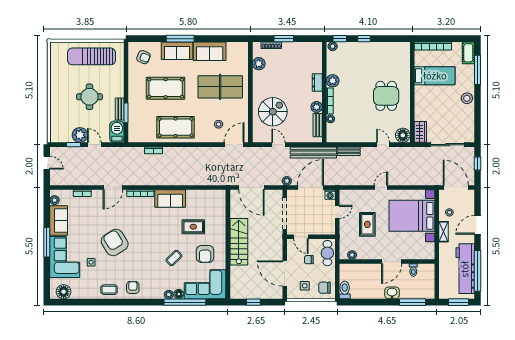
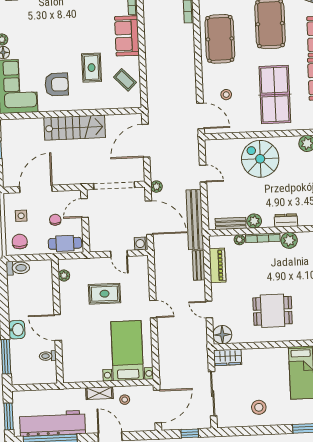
stool: (467, 98) -> (259, 407), moved
spiral stairs: (273, 112) -> (260, 159), moved, turned 180
piano: (349, 137) -> (218, 265), added
door: (278, 145) -> (203, 174), hinge flipped
door: (383, 145) -> (209, 309), swing flipped
bed with nightstands: (412, 216) -> (127, 351), width x0.73
armchair: (205, 254) -> (57, 84), turned 180
coffee table: (174, 258) -> (125, 80), moved

